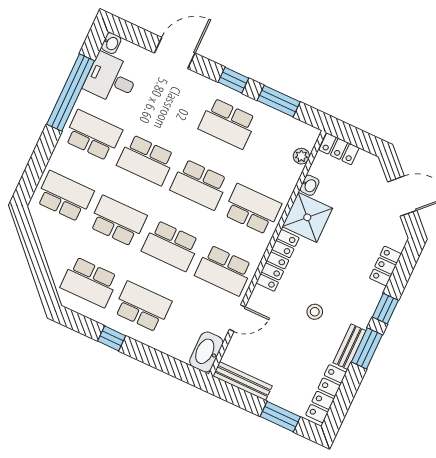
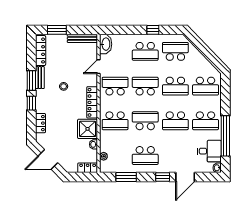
window: (233, 80) -> (163, 177), moved
school desk: (228, 123) -> (145, 156), turned 180
school desk: (146, 160) -> (175, 121), turned 180

